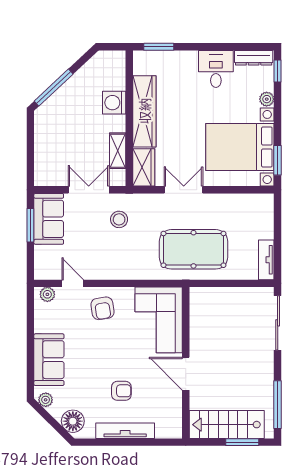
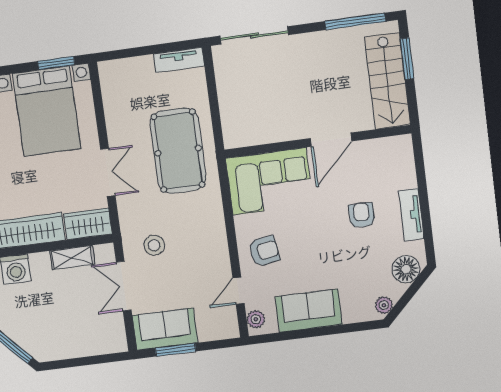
double door: (184, 190) -> (108, 172), swing flipped
sofa: (49, 360) -> (309, 311), moved
tv unit: (125, 431) -> (411, 215), width x0.71

